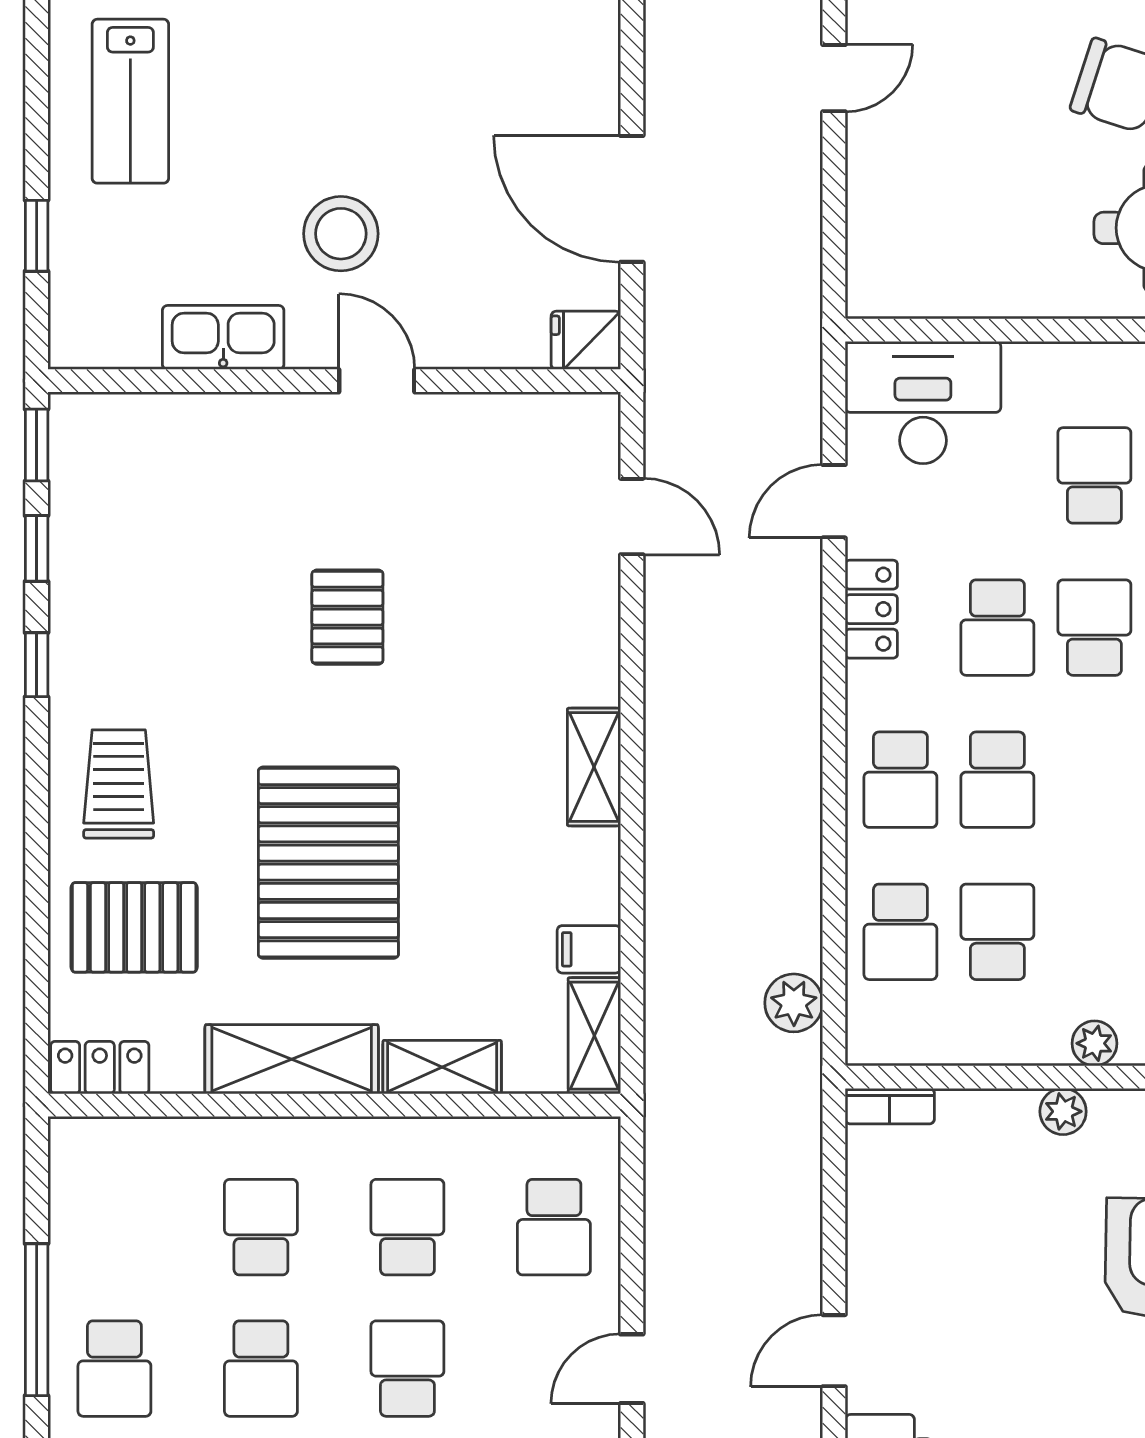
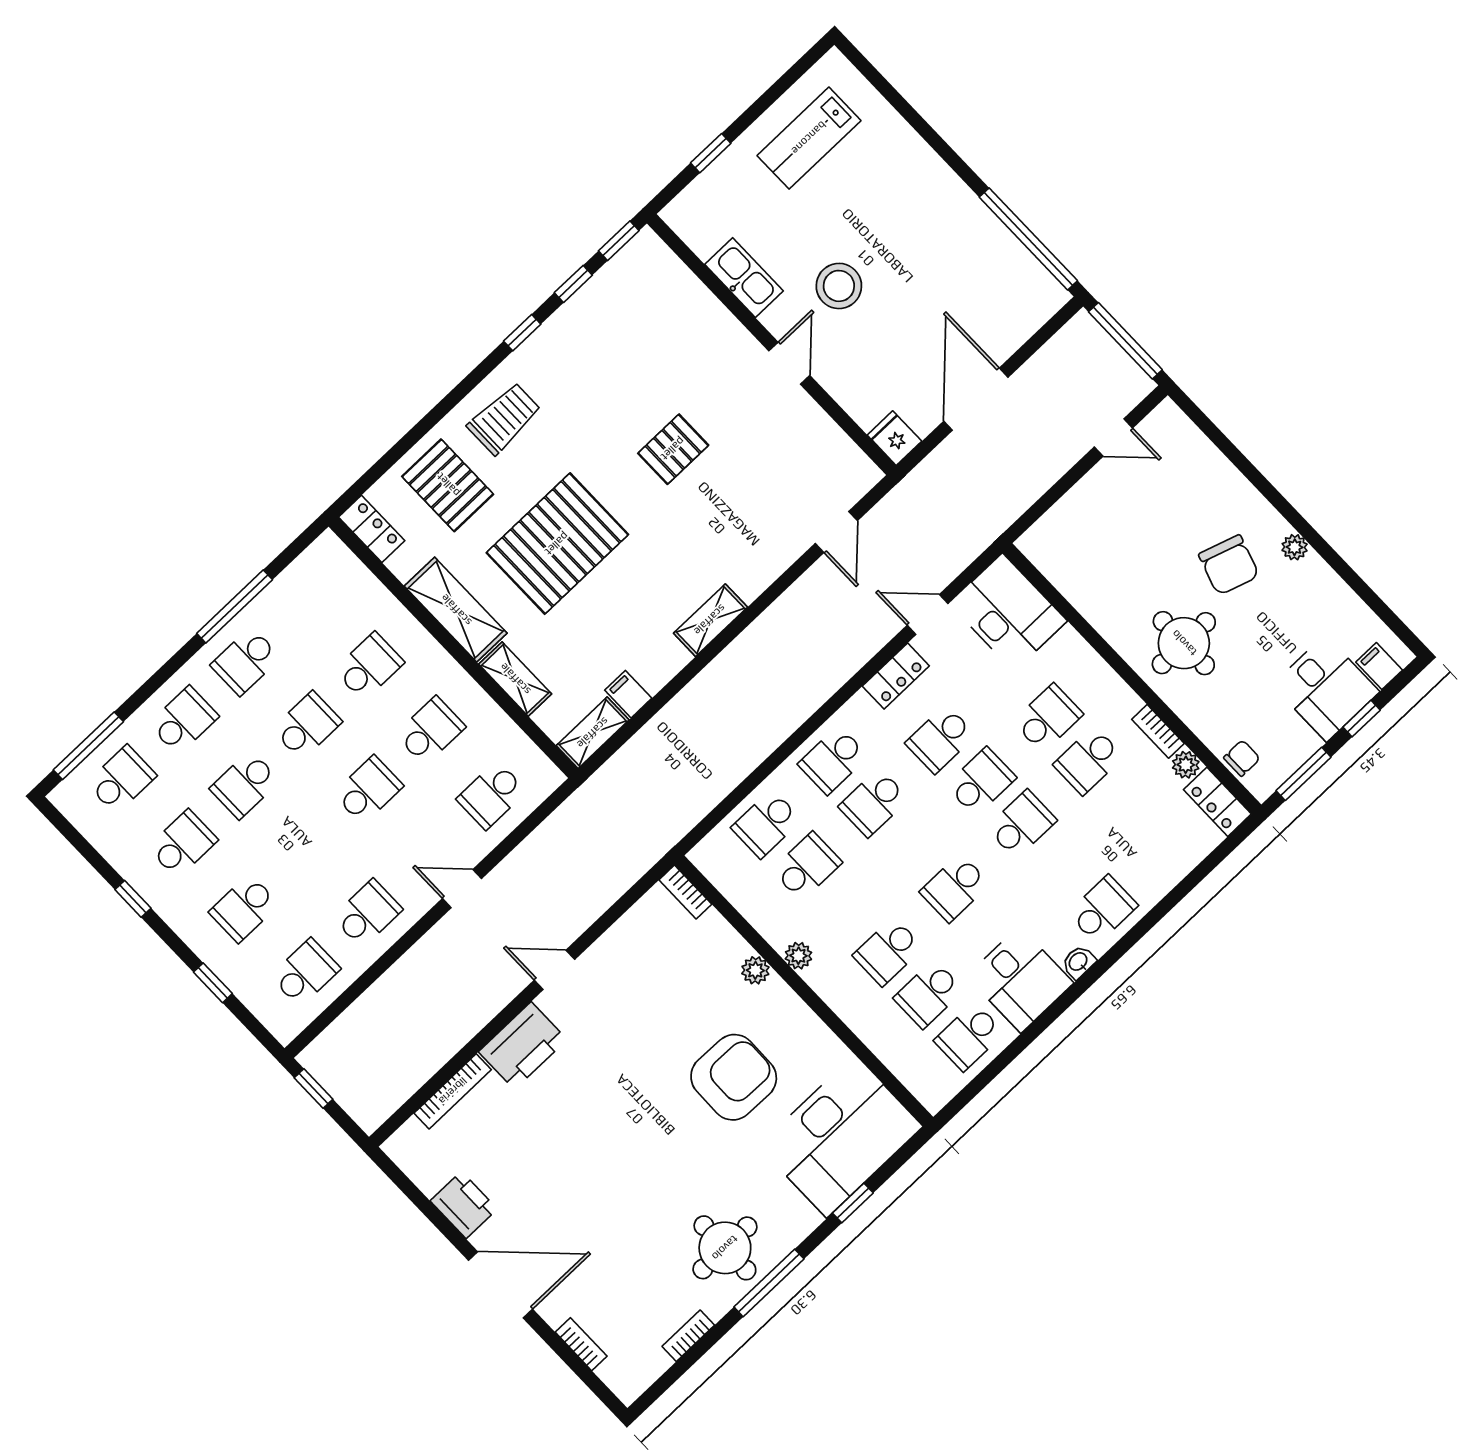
plant: (794, 1003) -> (690, 807), removed
school desk: (261, 1369) -> (307, 726), turned 180

